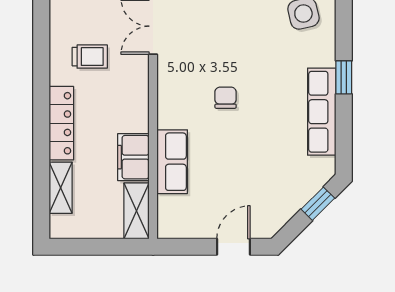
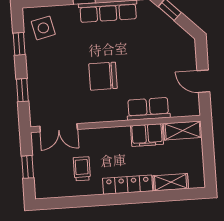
chair: (226, 98) -> (103, 76), width x1.87, depth x1.87
door: (233, 247) -> (203, 81), moved

